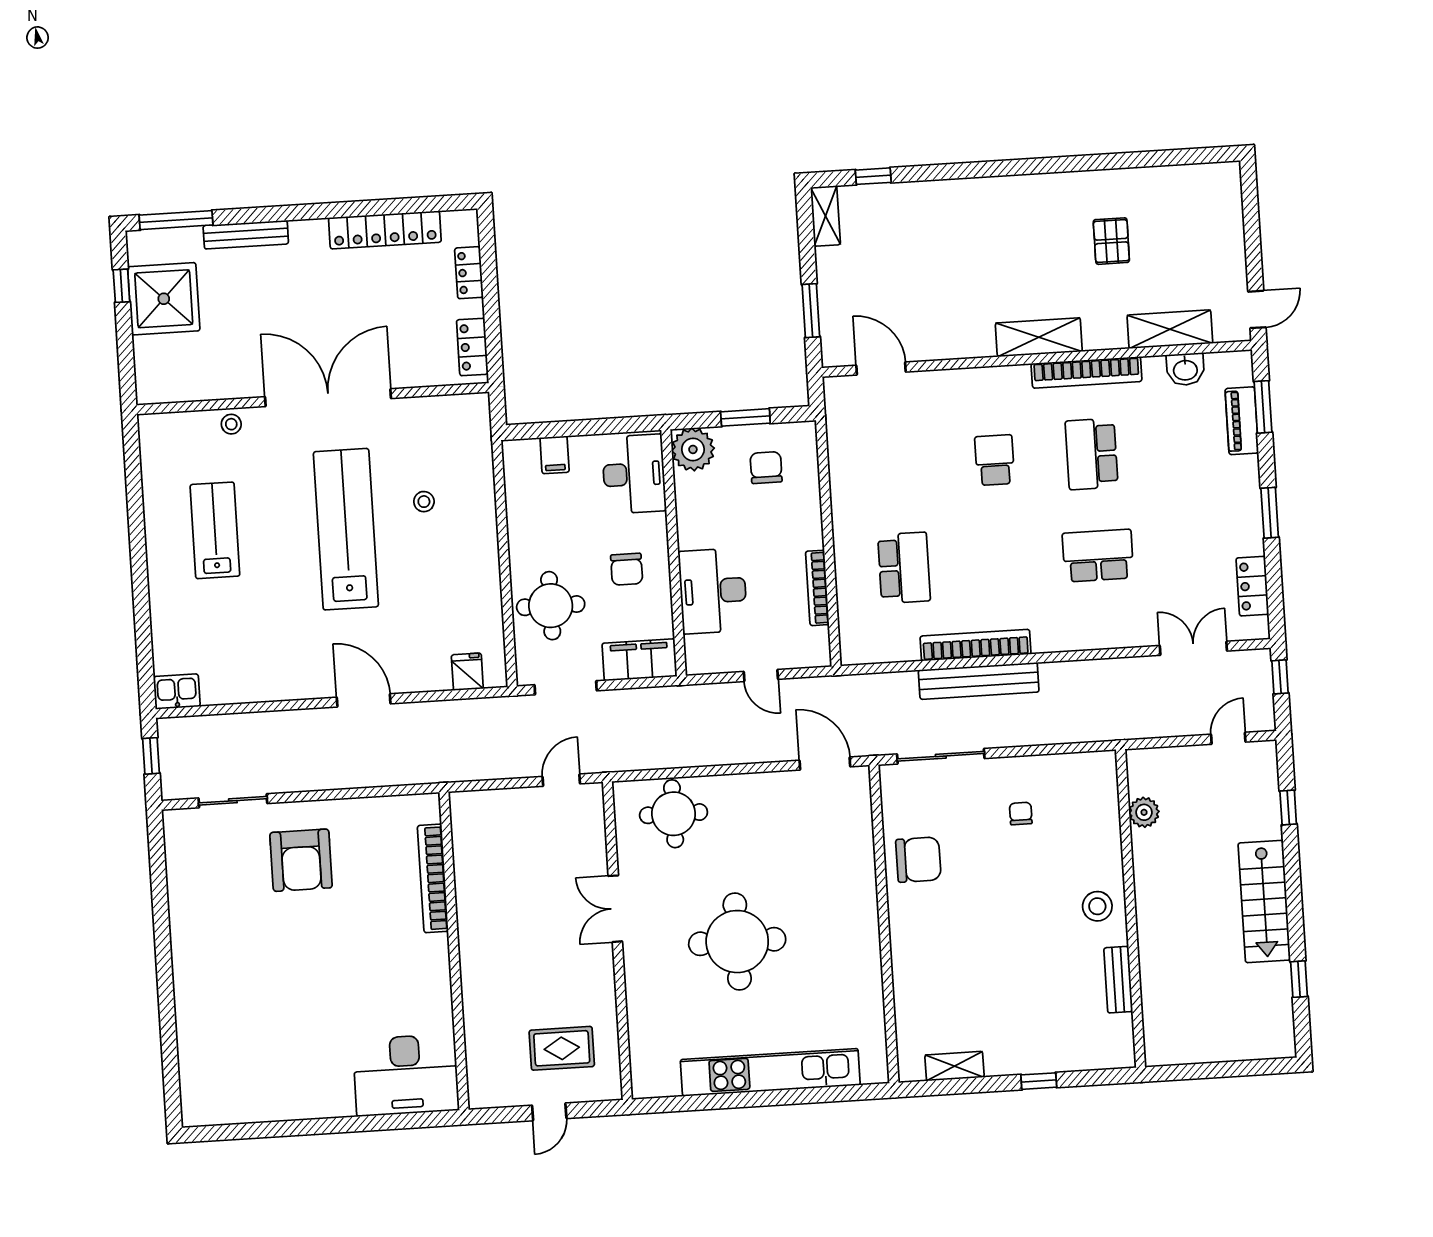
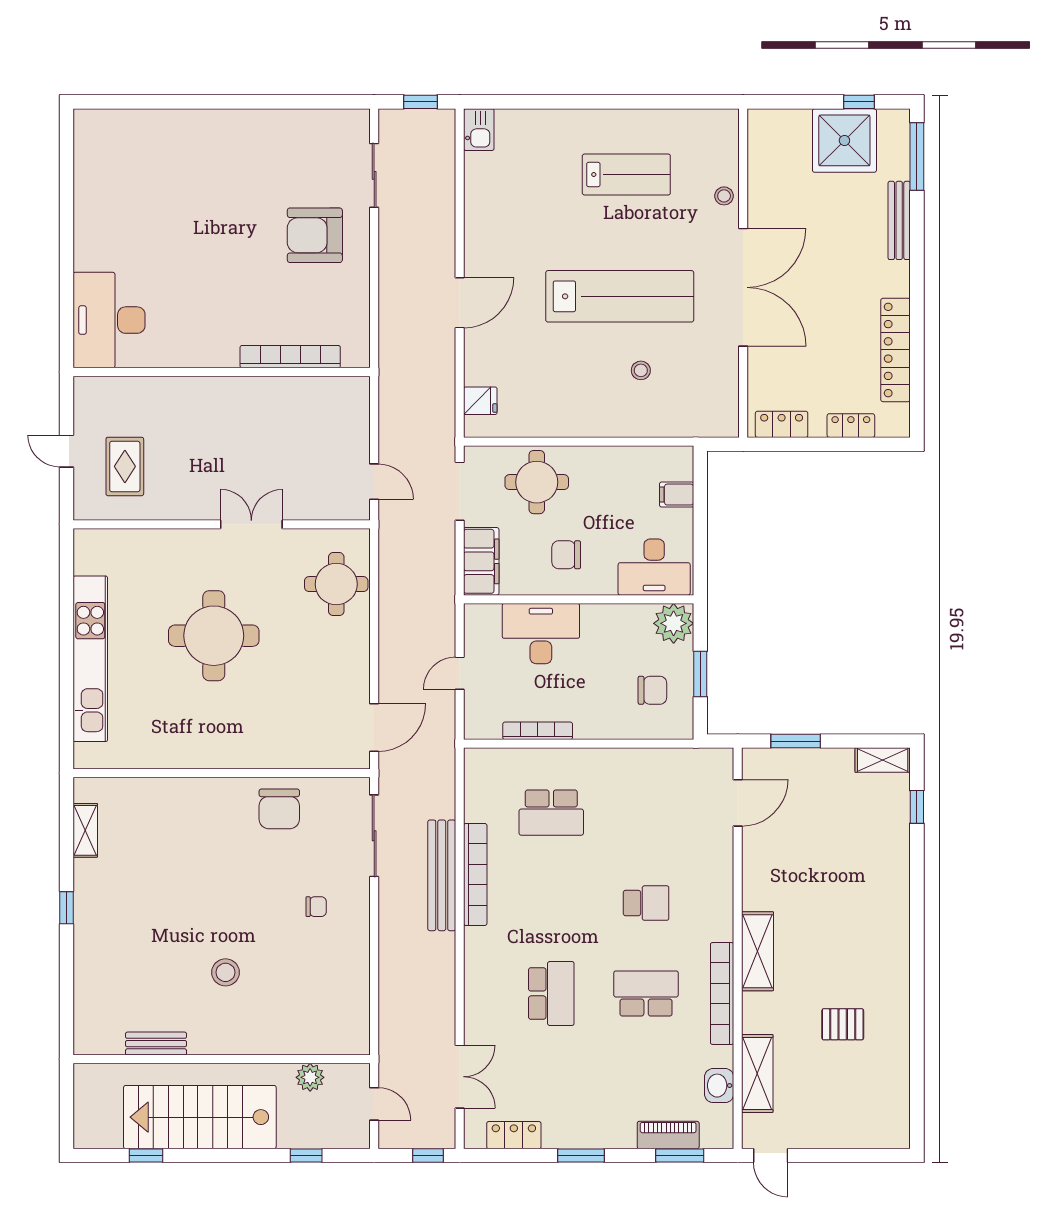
plant: (1144, 812) -> (310, 1077), moved
stairs: (1264, 901) -> (200, 1117), width x1.36, depth x1.51
wall: (1131, 908) -> (222, 1059), moved
bench: (1118, 980) -> (156, 1044), moved

